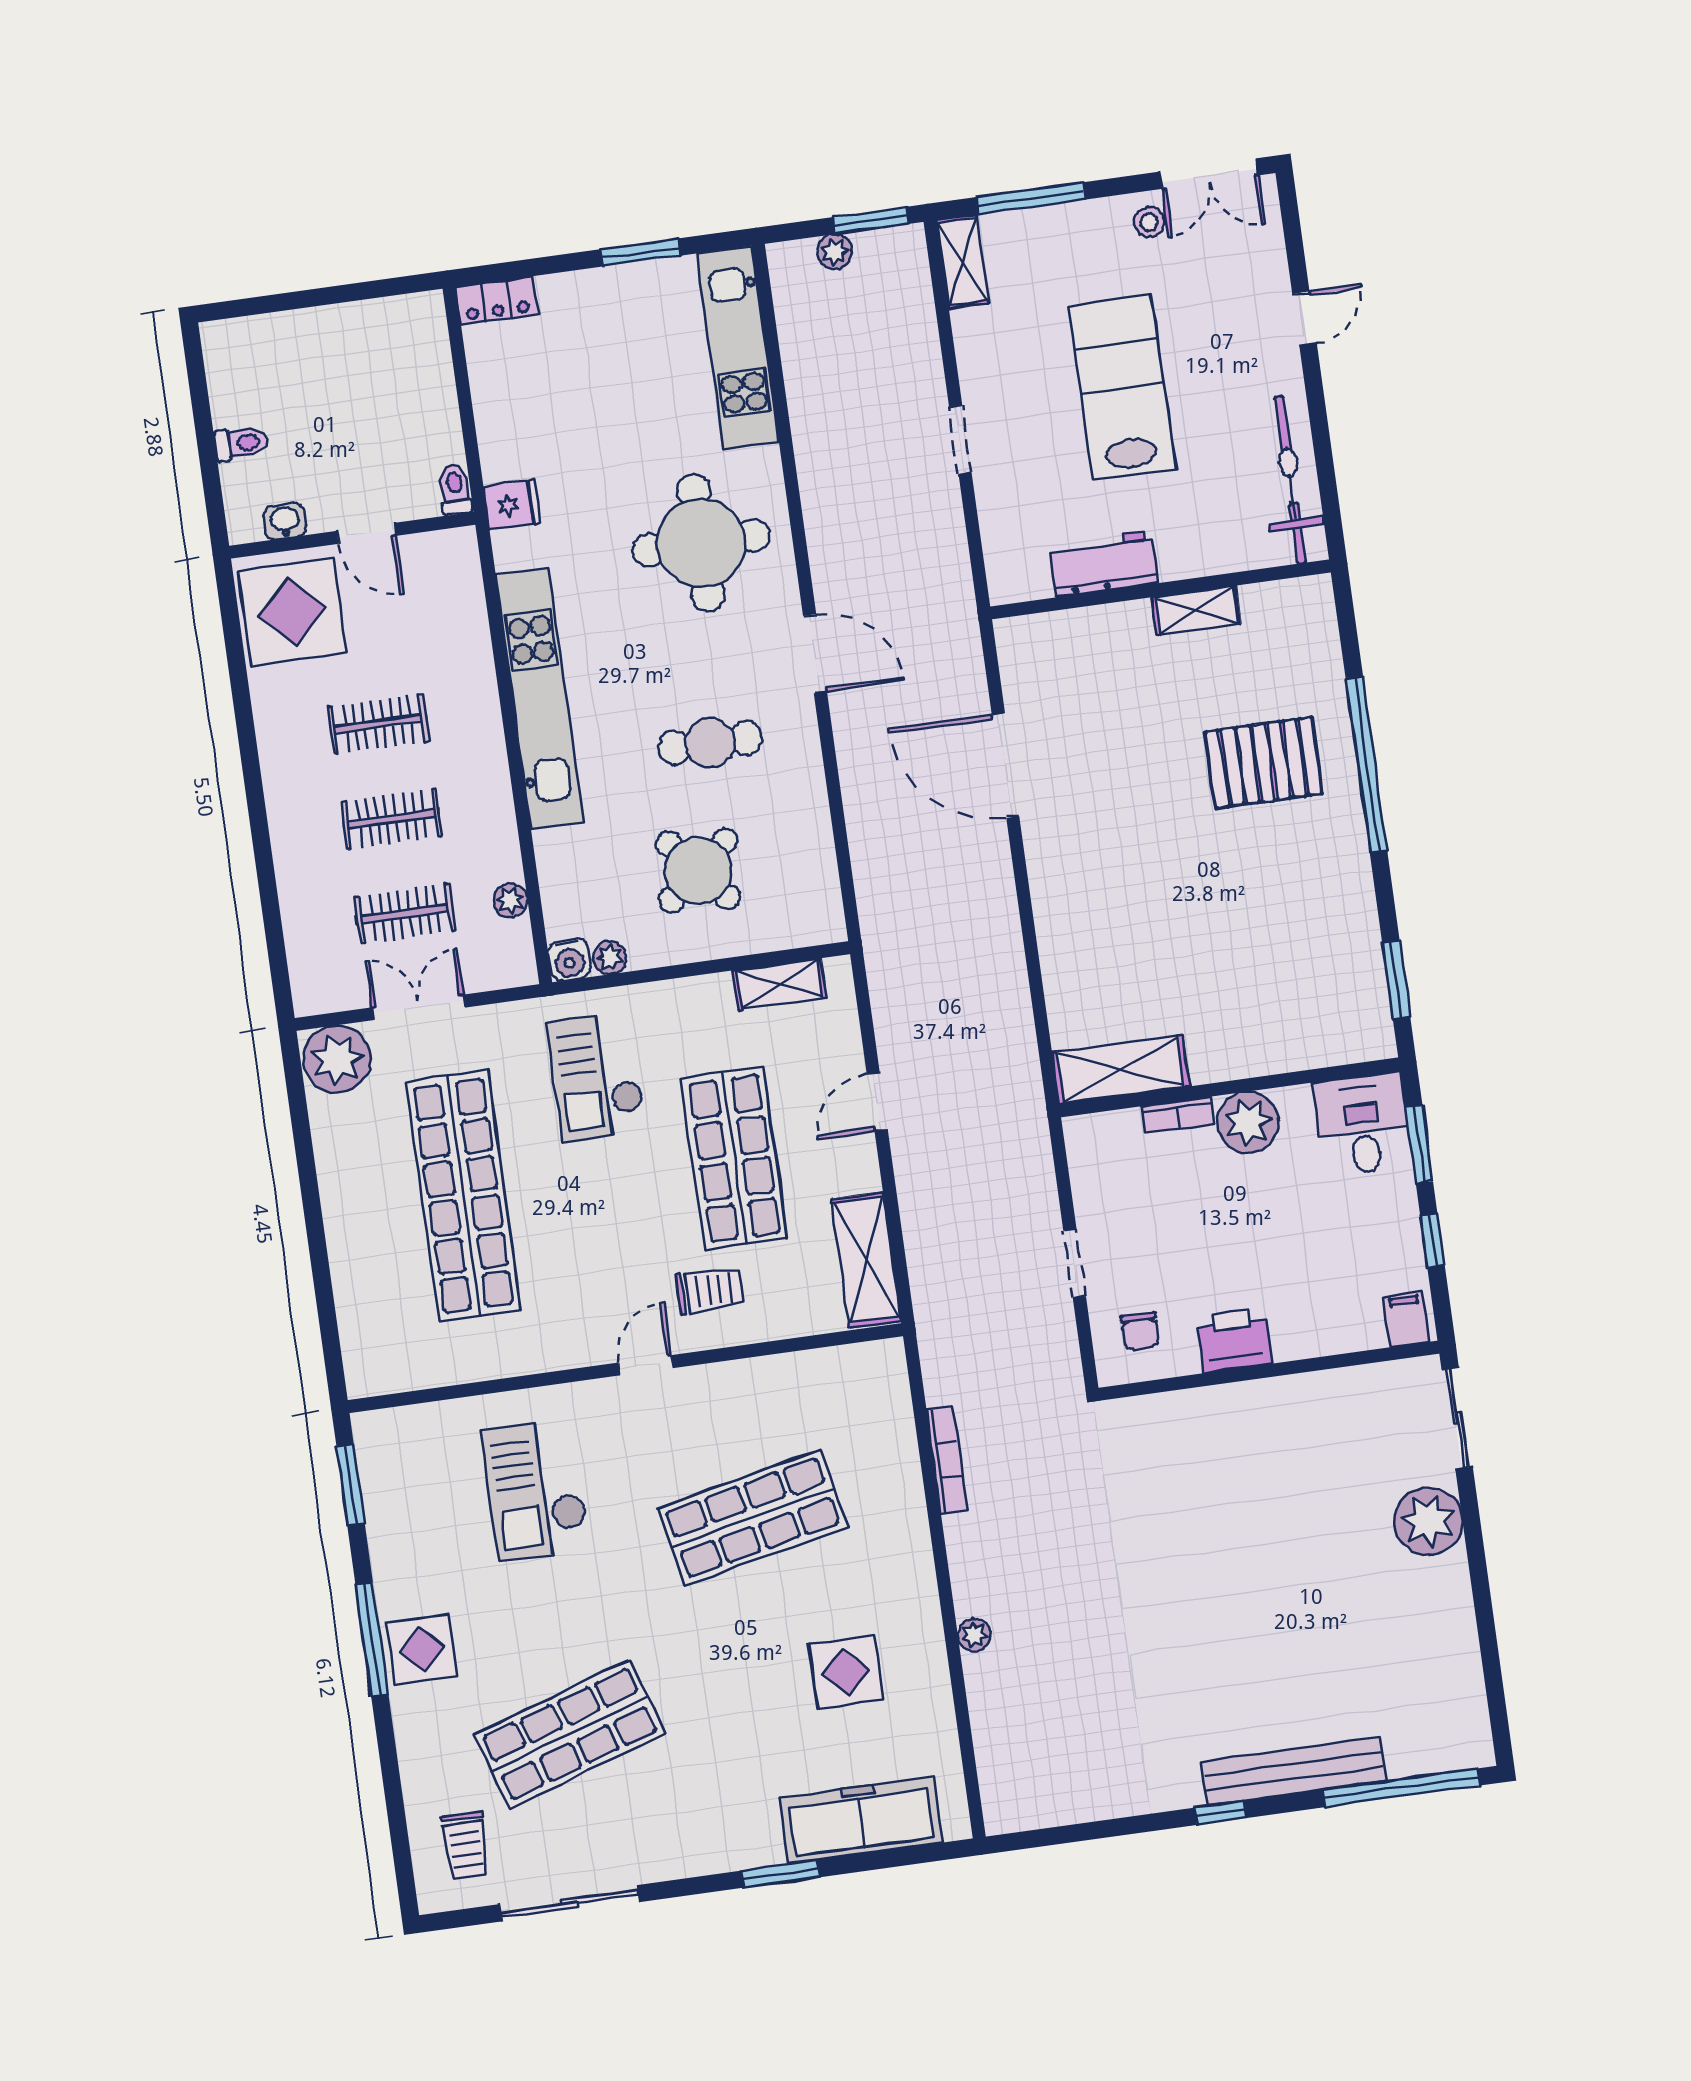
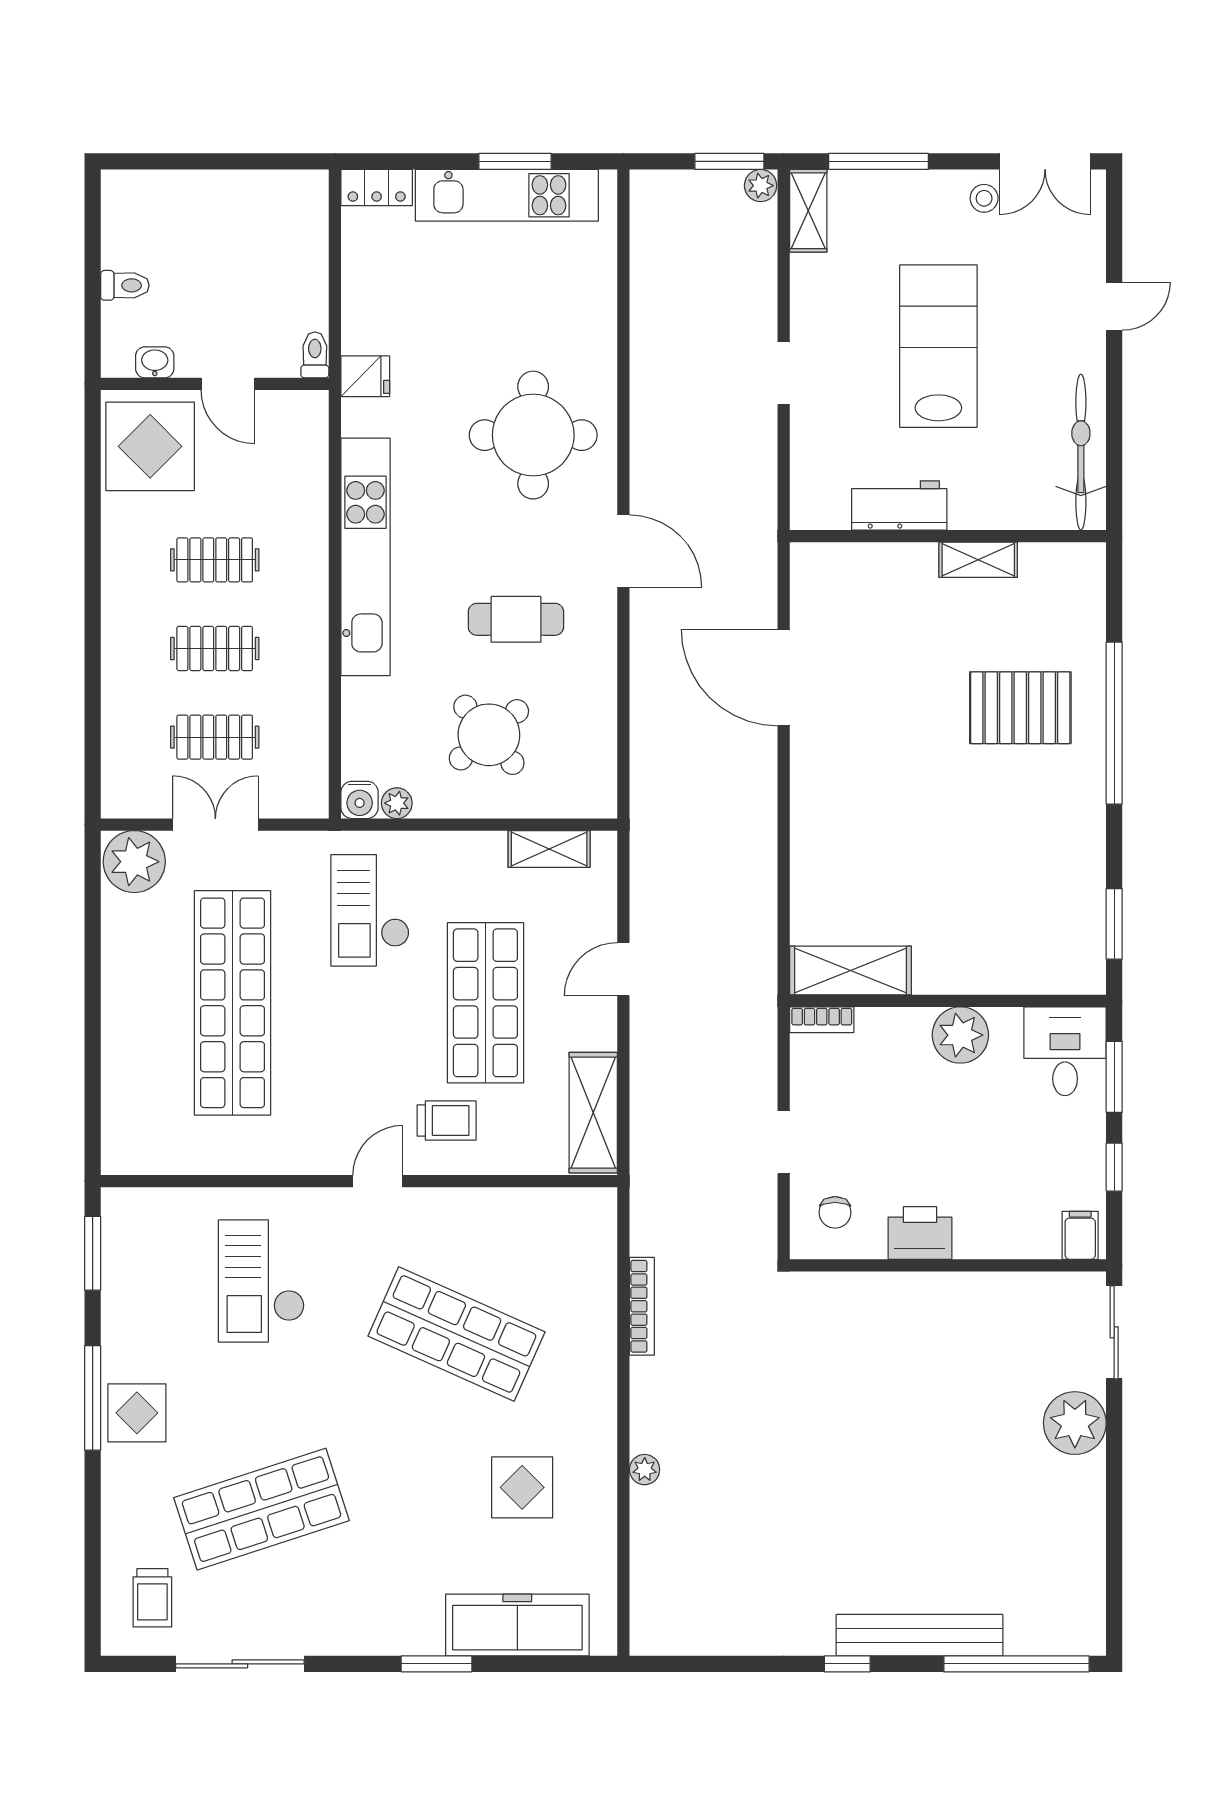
plant: (835, 252) -> (761, 186), moved
kitchen unit: (738, 348) -> (507, 195), moved, turned -90
plant: (510, 901) -> (313, 738), removed
bookcase: (1178, 1115) -> (822, 1020), moved
shop shelf: (753, 1517) -> (456, 1334), turned 36

